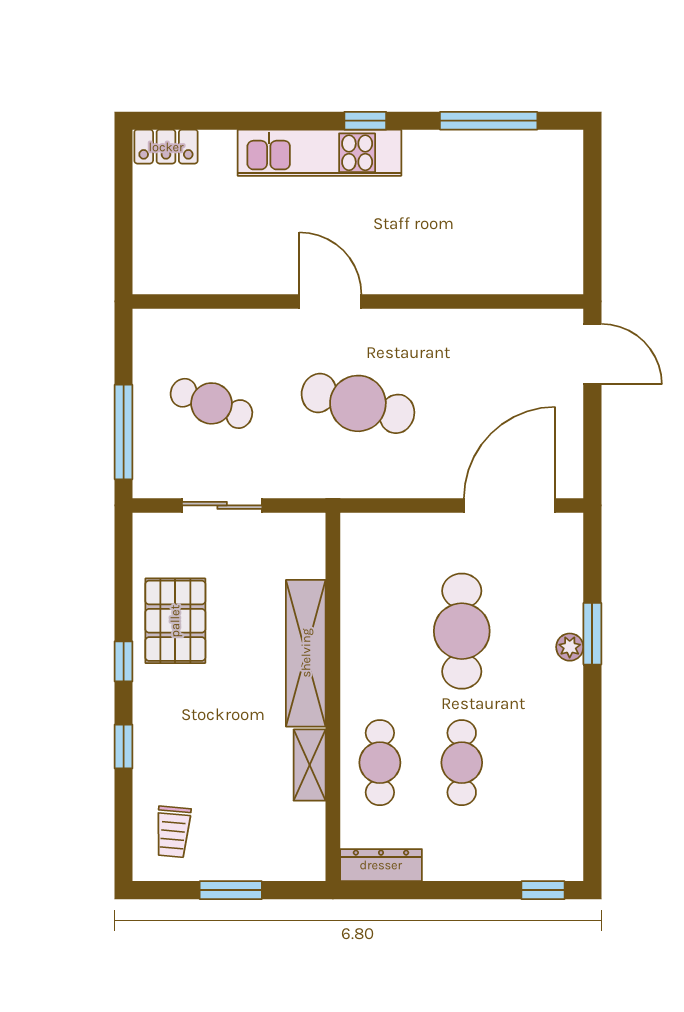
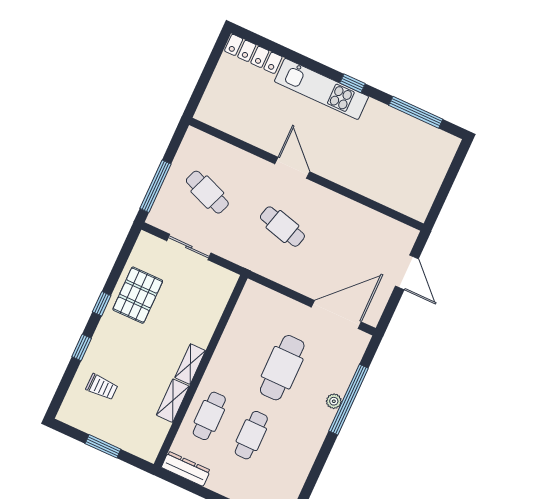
locker: (166, 147) -> (253, 54), width x1.53
door: (592, 354) -> (407, 272), moved
cafe table: (358, 403) -> (282, 227), width x0.73, depth x0.74
window: (592, 634) -> (349, 400), width x2.11
shelving: (306, 653) -> (190, 364), width x0.45, depth x0.75
trolley: (173, 832) -> (102, 387), moved, turned -95

